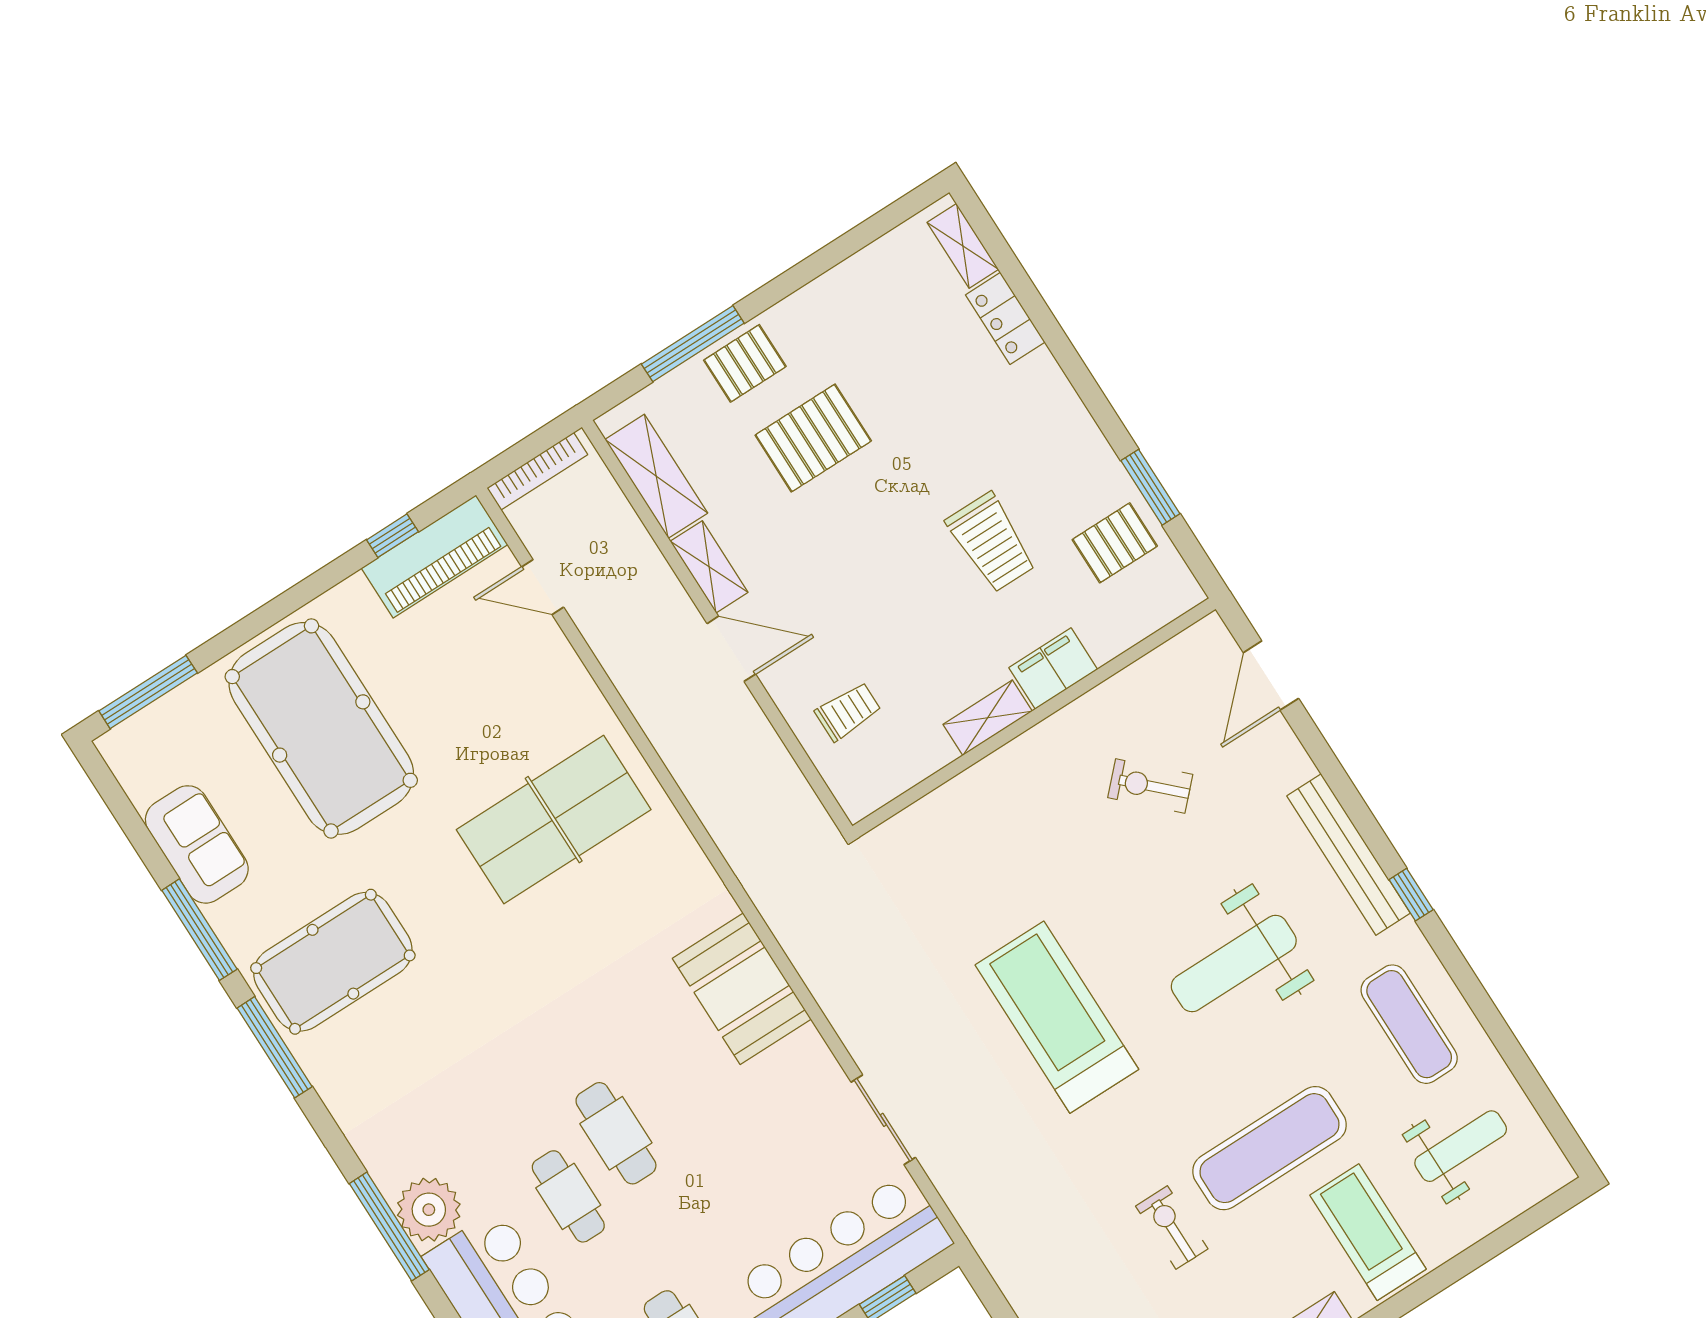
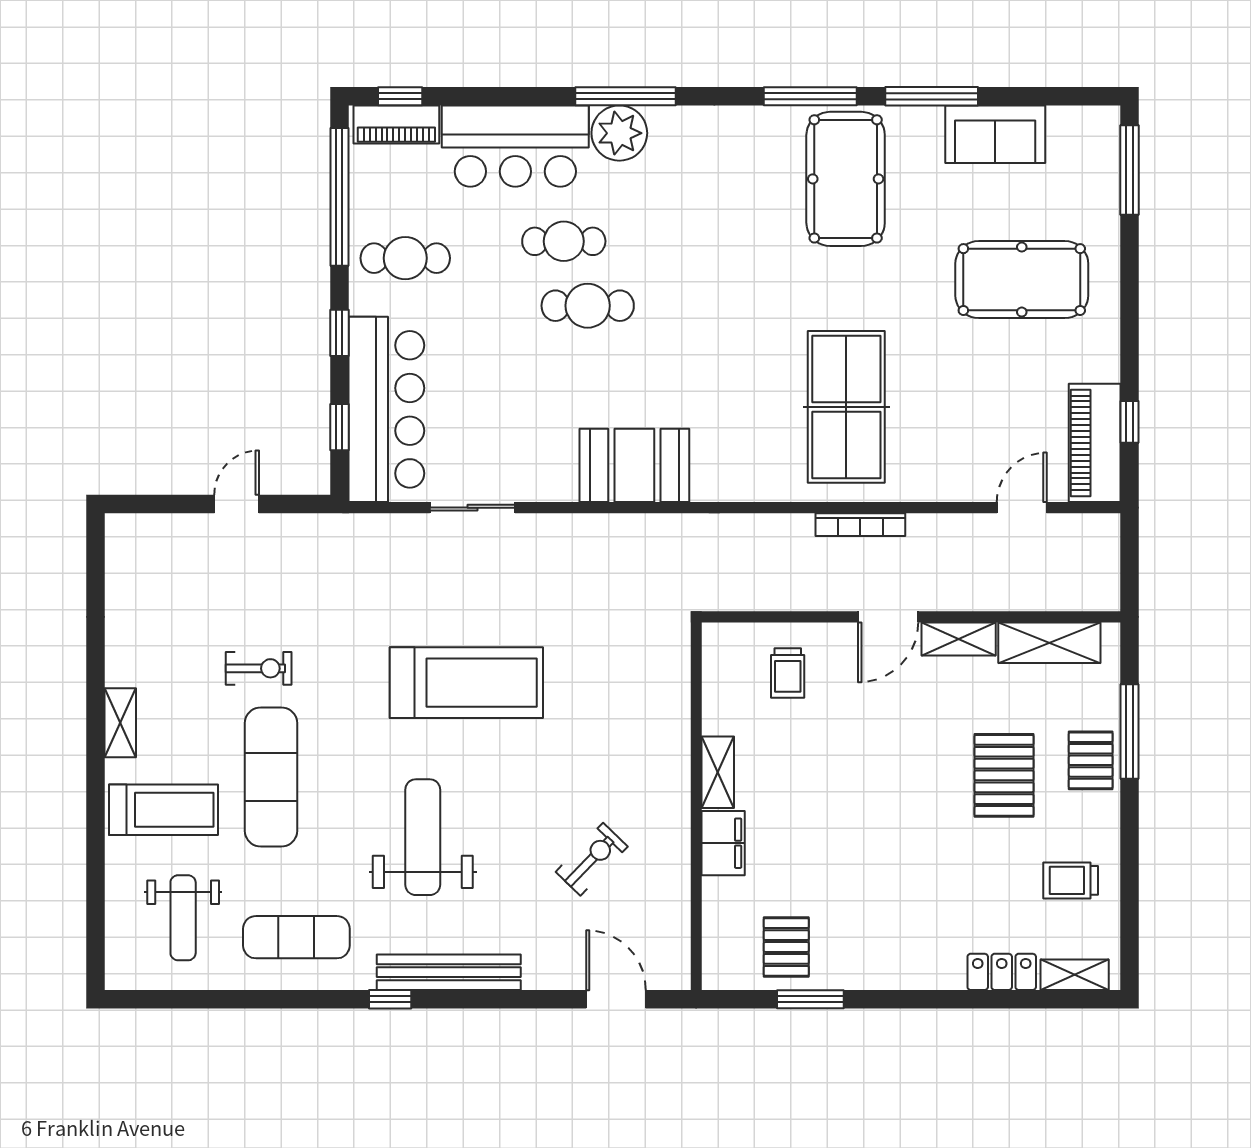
bookcase: (537, 471) -> (860, 525), moved, turned -90
trolley: (991, 542) -> (1071, 880), moved, width x0.73, depth x0.72
pool table: (321, 728) -> (1022, 280), width x0.73, depth x0.76

